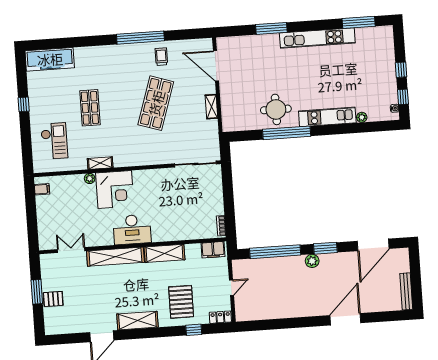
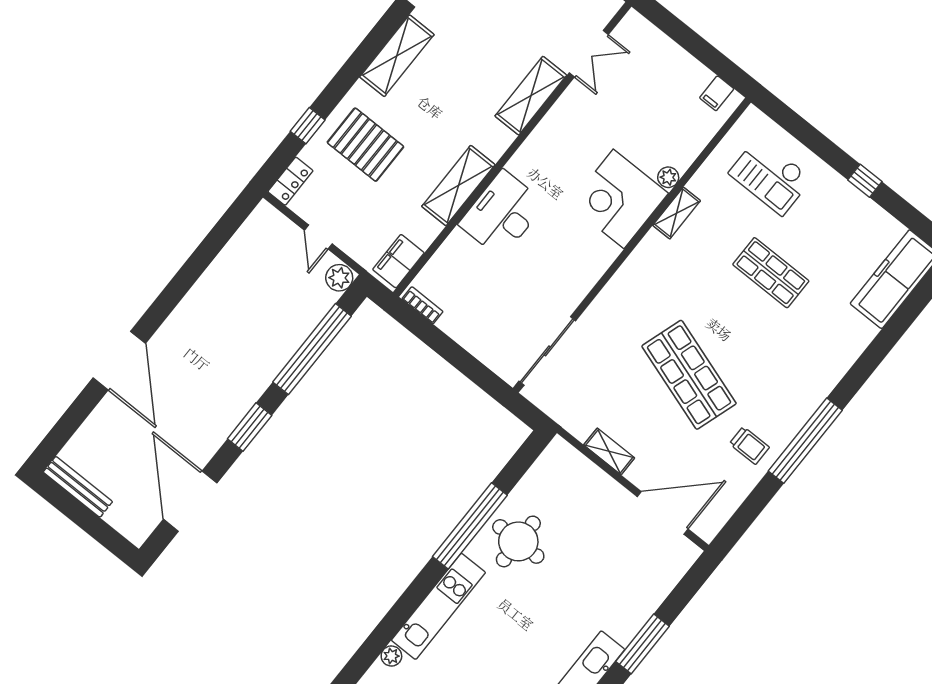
desk: (132, 229) -> (502, 214), moved
shelving: (115, 257) -> (531, 96), width x0.68
plant: (312, 261) -> (339, 278), moved

